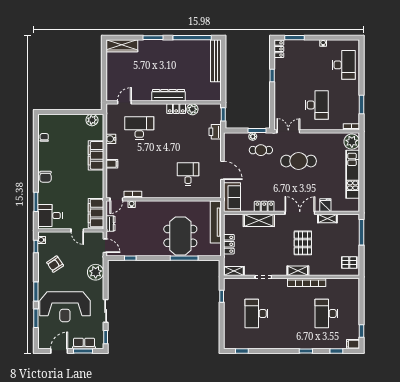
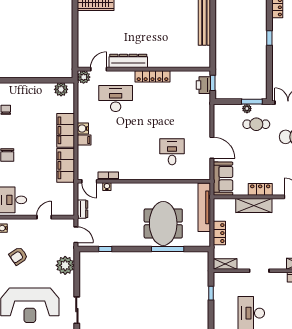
dresser: (169, 95) -> (128, 61), moved
locker: (176, 109) -> (153, 76), width x1.53
plant: (192, 109) -> (84, 77), moved
printer: (215, 132) -> (203, 85), moved
water cooler: (111, 139) -> (83, 129), moved
door: (116, 199) -> (89, 181), hinge flipped
filing cabinet: (96, 213) -> (66, 165), moved
door: (77, 230) -> (44, 217), swing flipped

